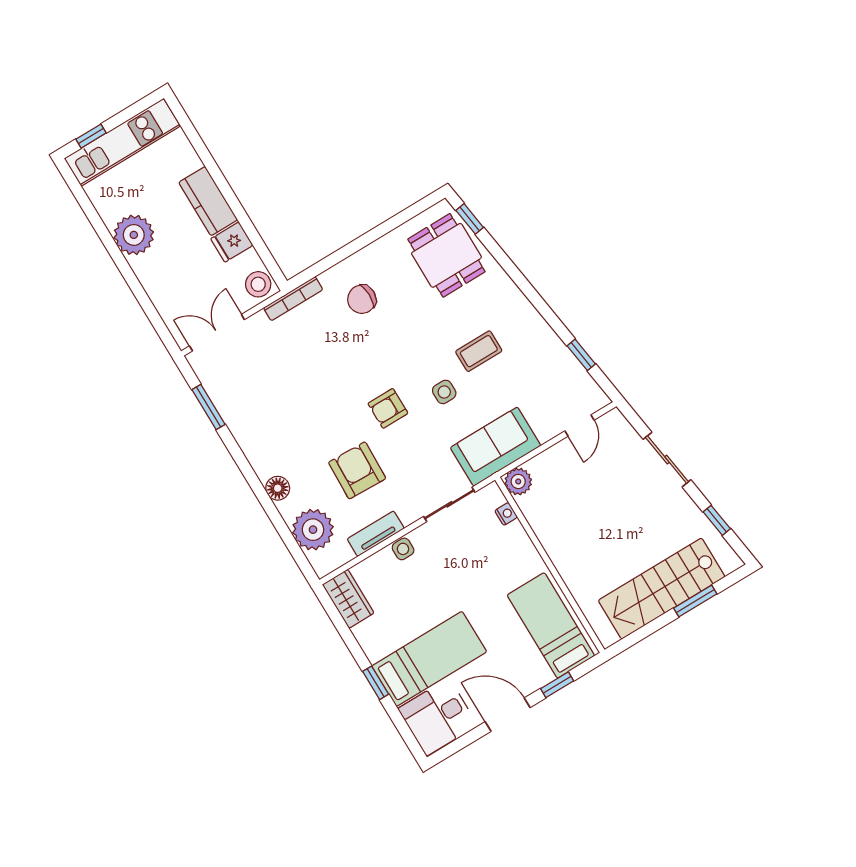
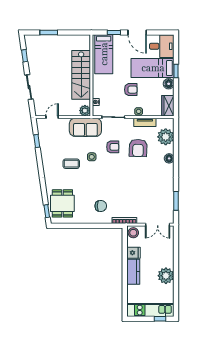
armchair: (388, 408) -> (113, 147), moved
armchair: (448, 585) -> (131, 90), added
stairs: (662, 589) -> (81, 75), moved, turned 90
floor lamp: (375, 646) -> (169, 84), added

